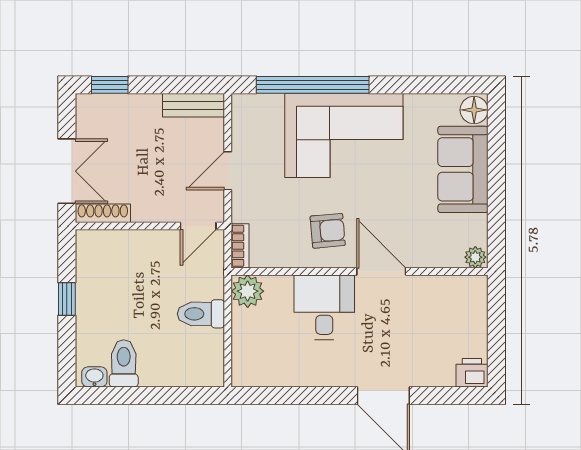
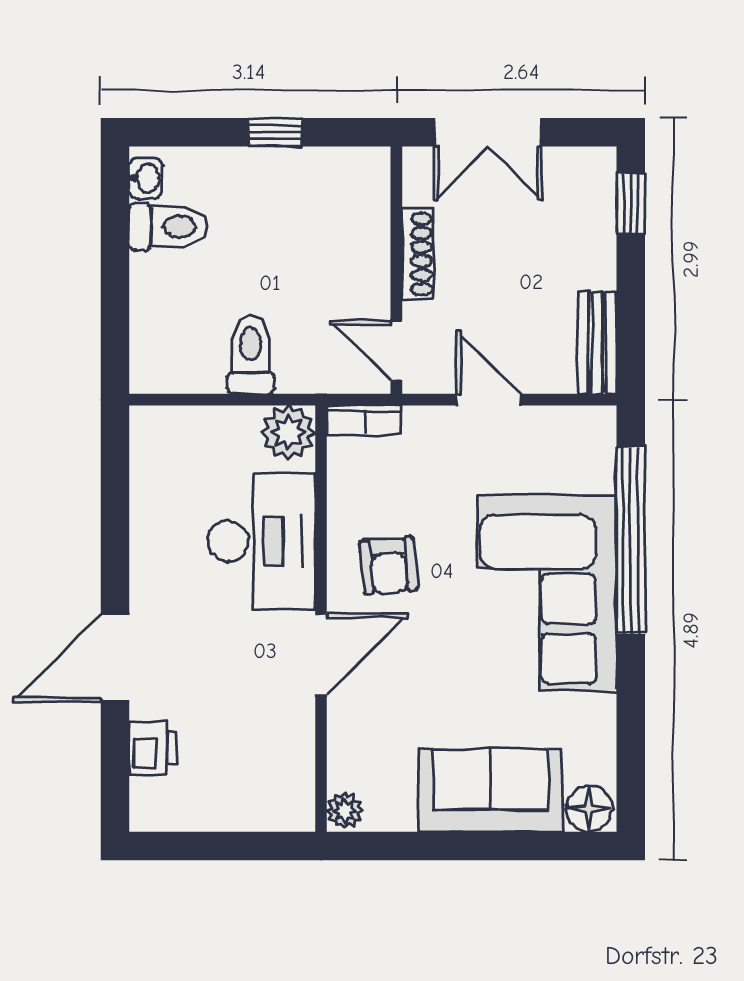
shoe rack: (103, 213) -> (418, 254), moved
desk: (324, 307) -> (262, 541), width x1.37
printer: (472, 373) -> (153, 748), moved

